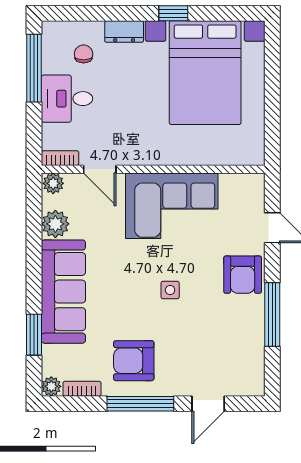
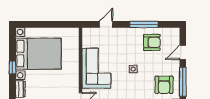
armchair: (243, 275) -> (152, 42), moved
door: (208, 404) -> (183, 52), swing flipped

